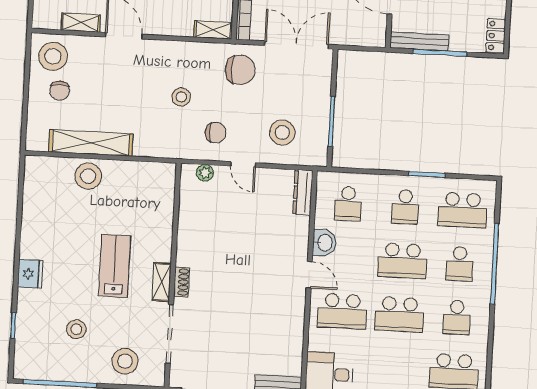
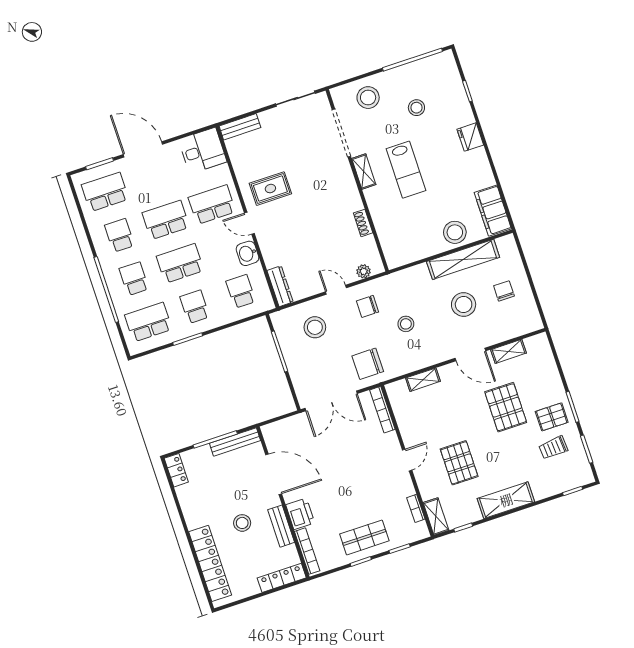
shelving: (213, 30) -> (423, 380), moved
stool: (53, 56) -> (464, 305), moved
filing cabinet: (37, 184) -> (493, 211), added
shoe rack: (182, 282) -> (363, 223), moved
rug: (271, 304) -> (270, 189), added

